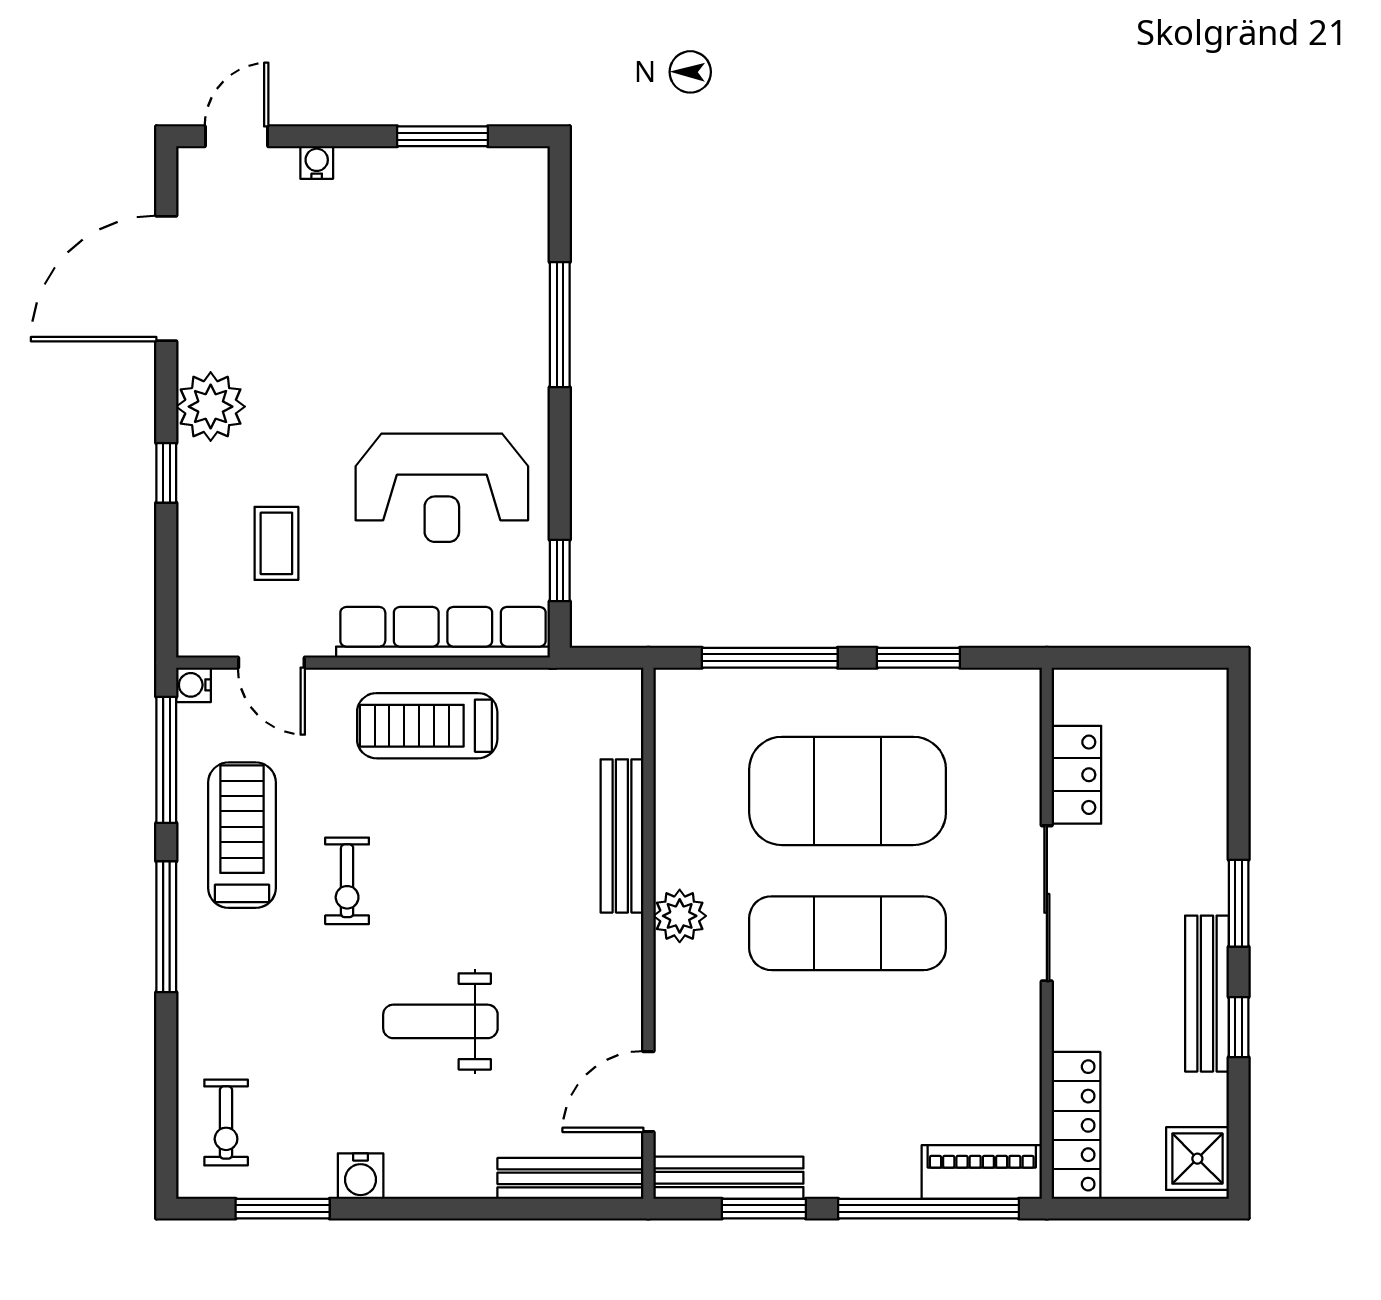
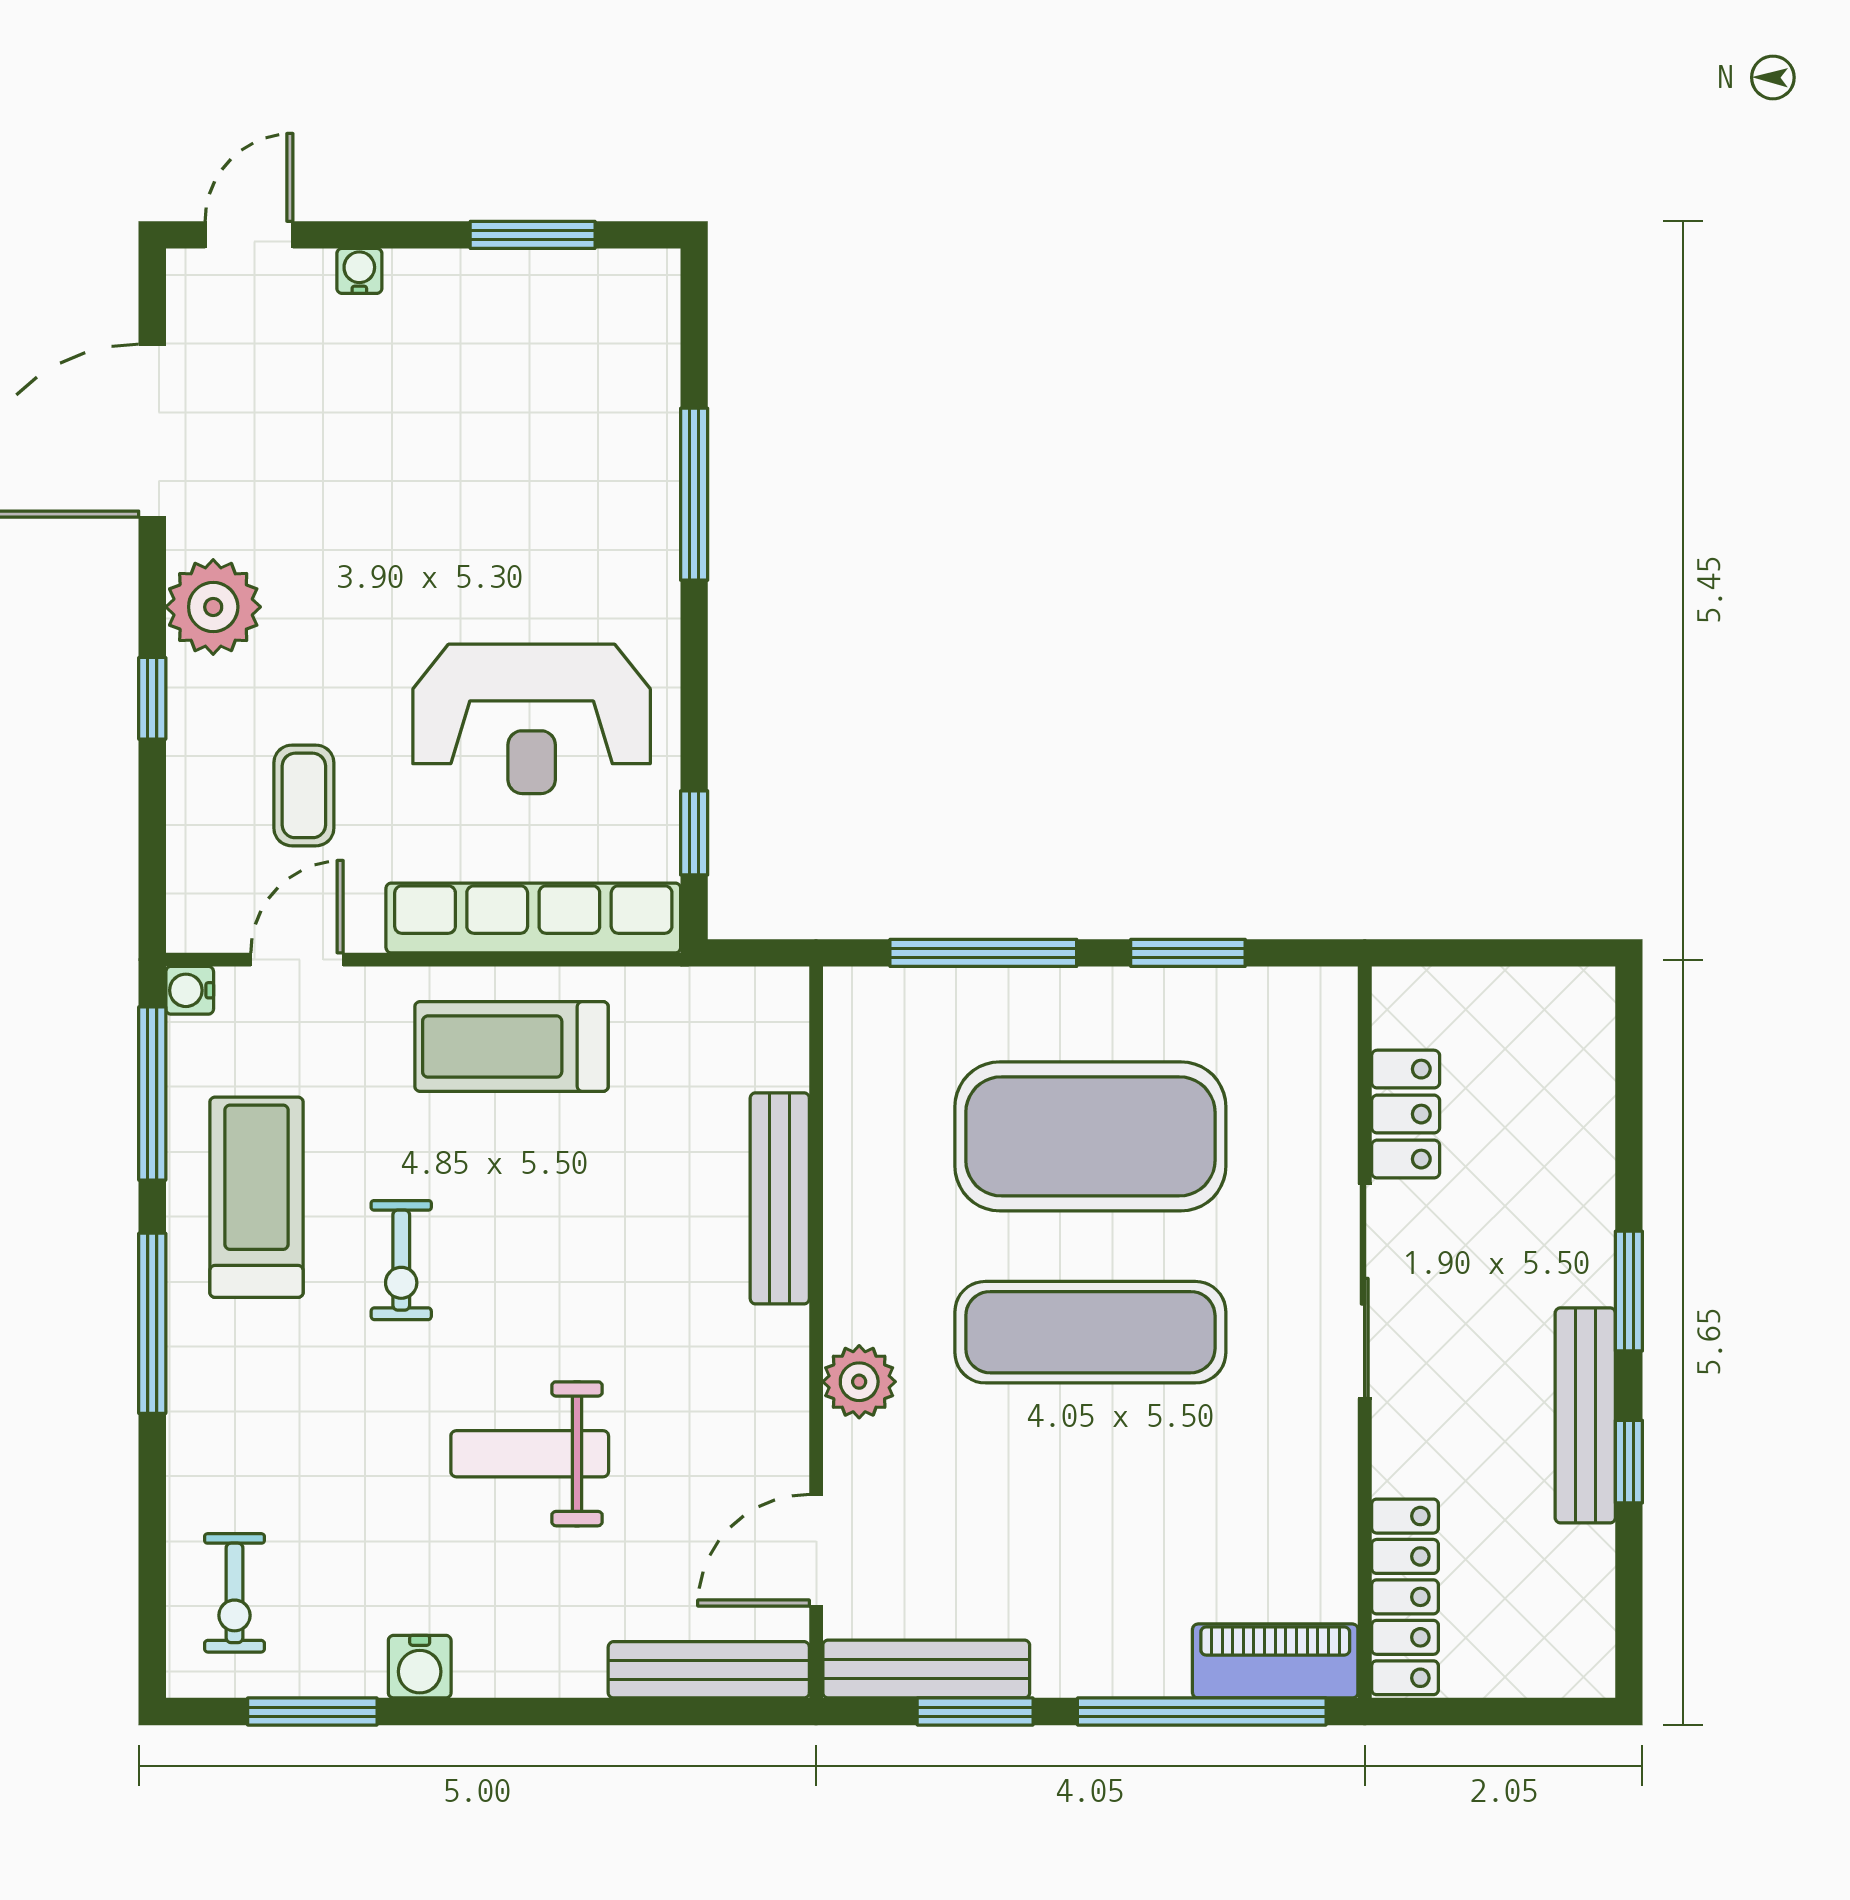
door: (271, 663) -> (297, 960), swing flipped
plant: (680, 916) -> (859, 1382), moved
shower: (1197, 1159) -> (1572, 1643), removed

